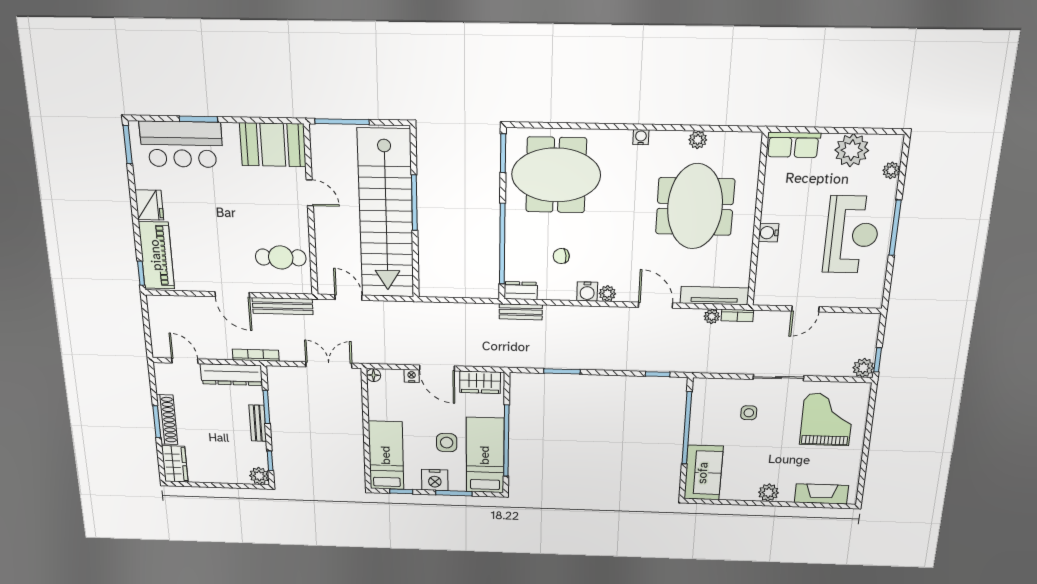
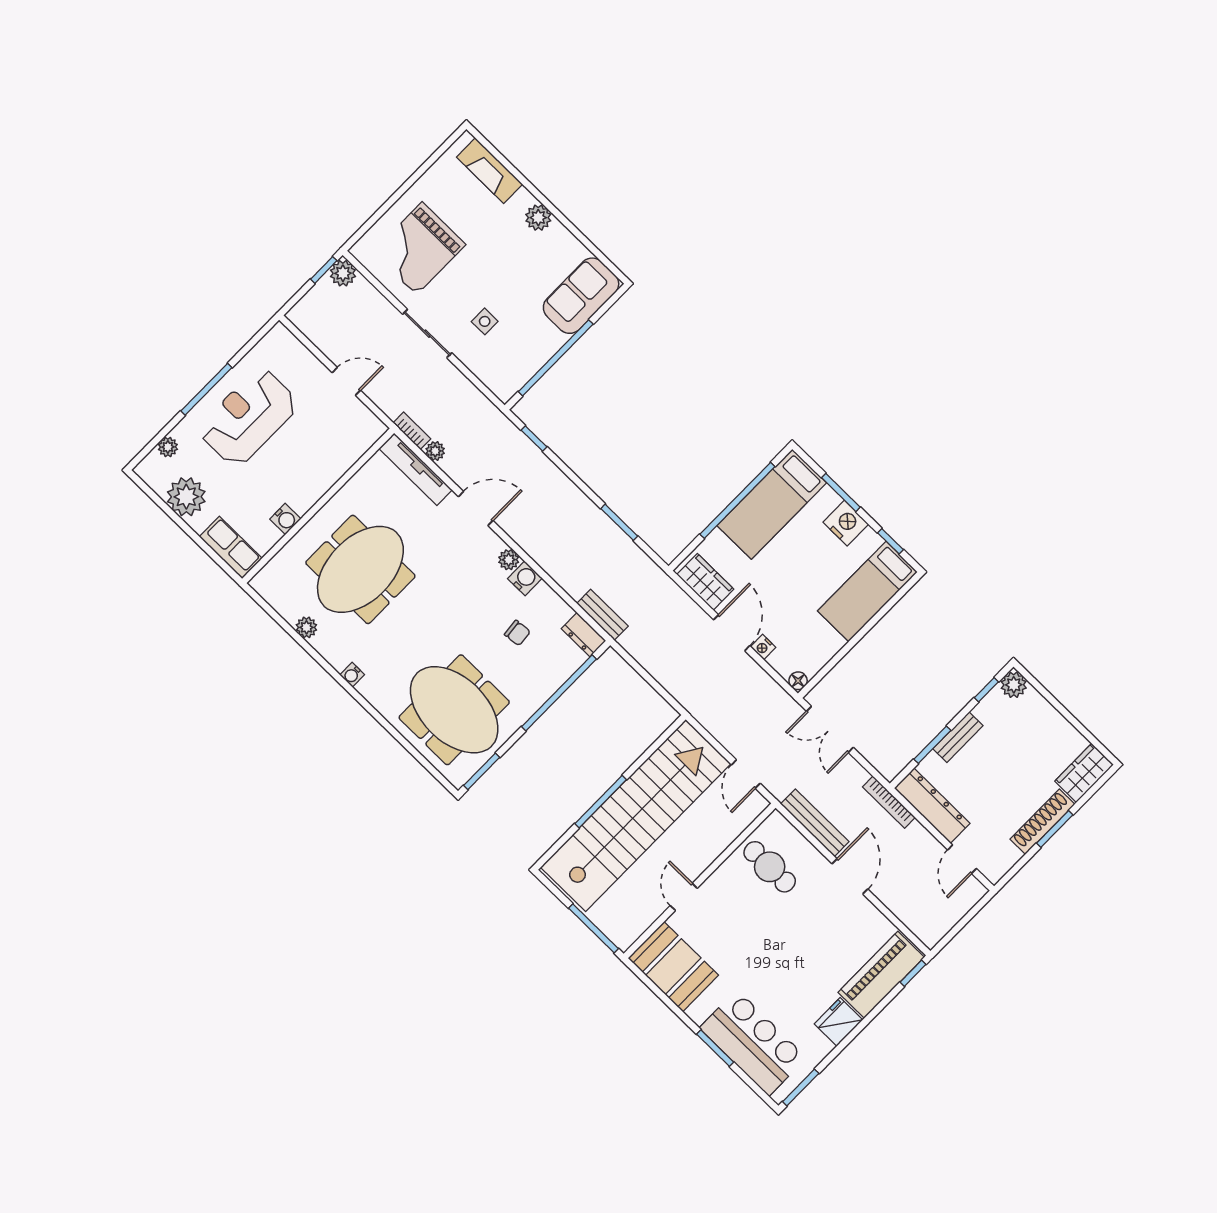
water cooler: (769, 233) -> (285, 519), moved
door: (656, 305) -> (476, 509), swing flipped
side table: (447, 443) -> (796, 551), removed

